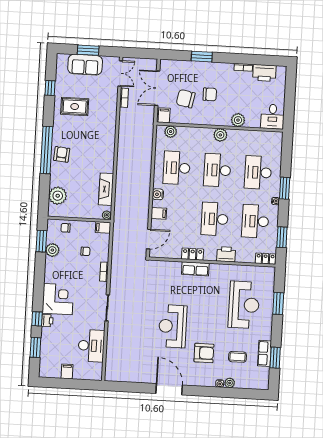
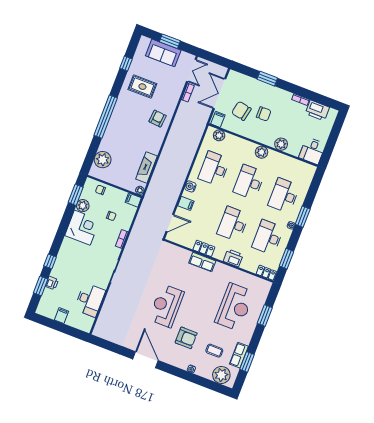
armchair: (62, 154) -> (158, 119), moved
corner desk: (58, 299) -> (82, 228), moved
printer: (47, 321) -> (52, 283), moved
plant: (230, 383) -> (221, 375), moved, width x1.87, depth x1.87

